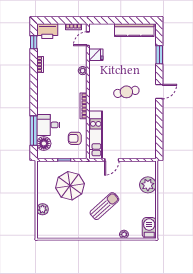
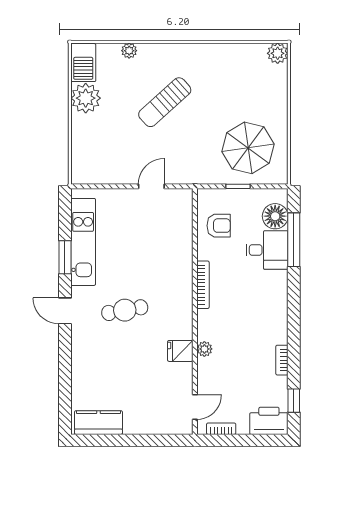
kitchen counter: (134, 30) -> (98, 423), width x0.67
fridge: (96, 55) -> (180, 351), moved
window: (159, 55) -> (65, 257), moved
door: (159, 92) -> (65, 311), hinge flipped
kitchen unit: (96, 135) -> (83, 242), moved, turned 180
plant: (148, 185) -> (86, 98), moved
parasol: (70, 186) -> (248, 148), moved
plant: (43, 209) -> (278, 53), moved

